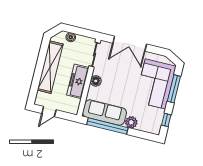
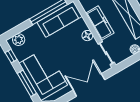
plant: (131, 122) -> (19, 40), moved

